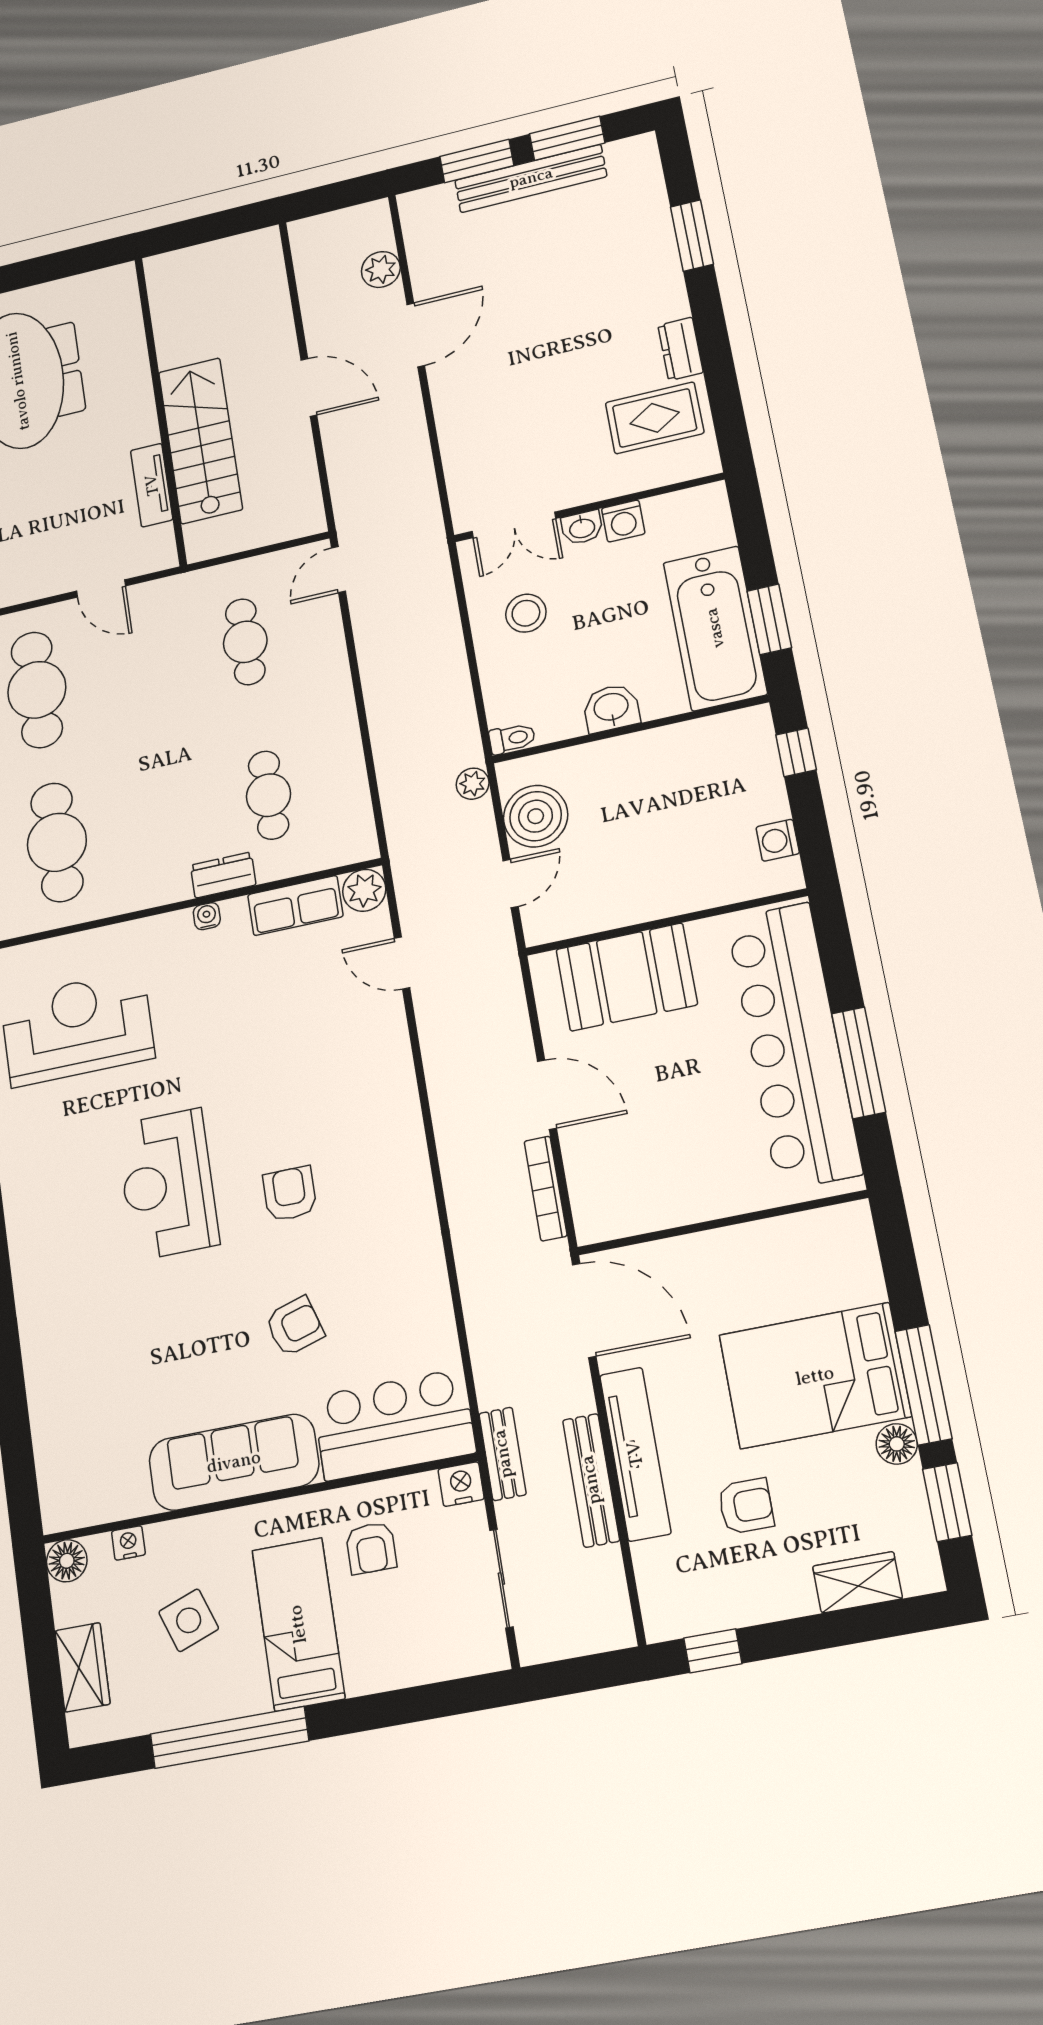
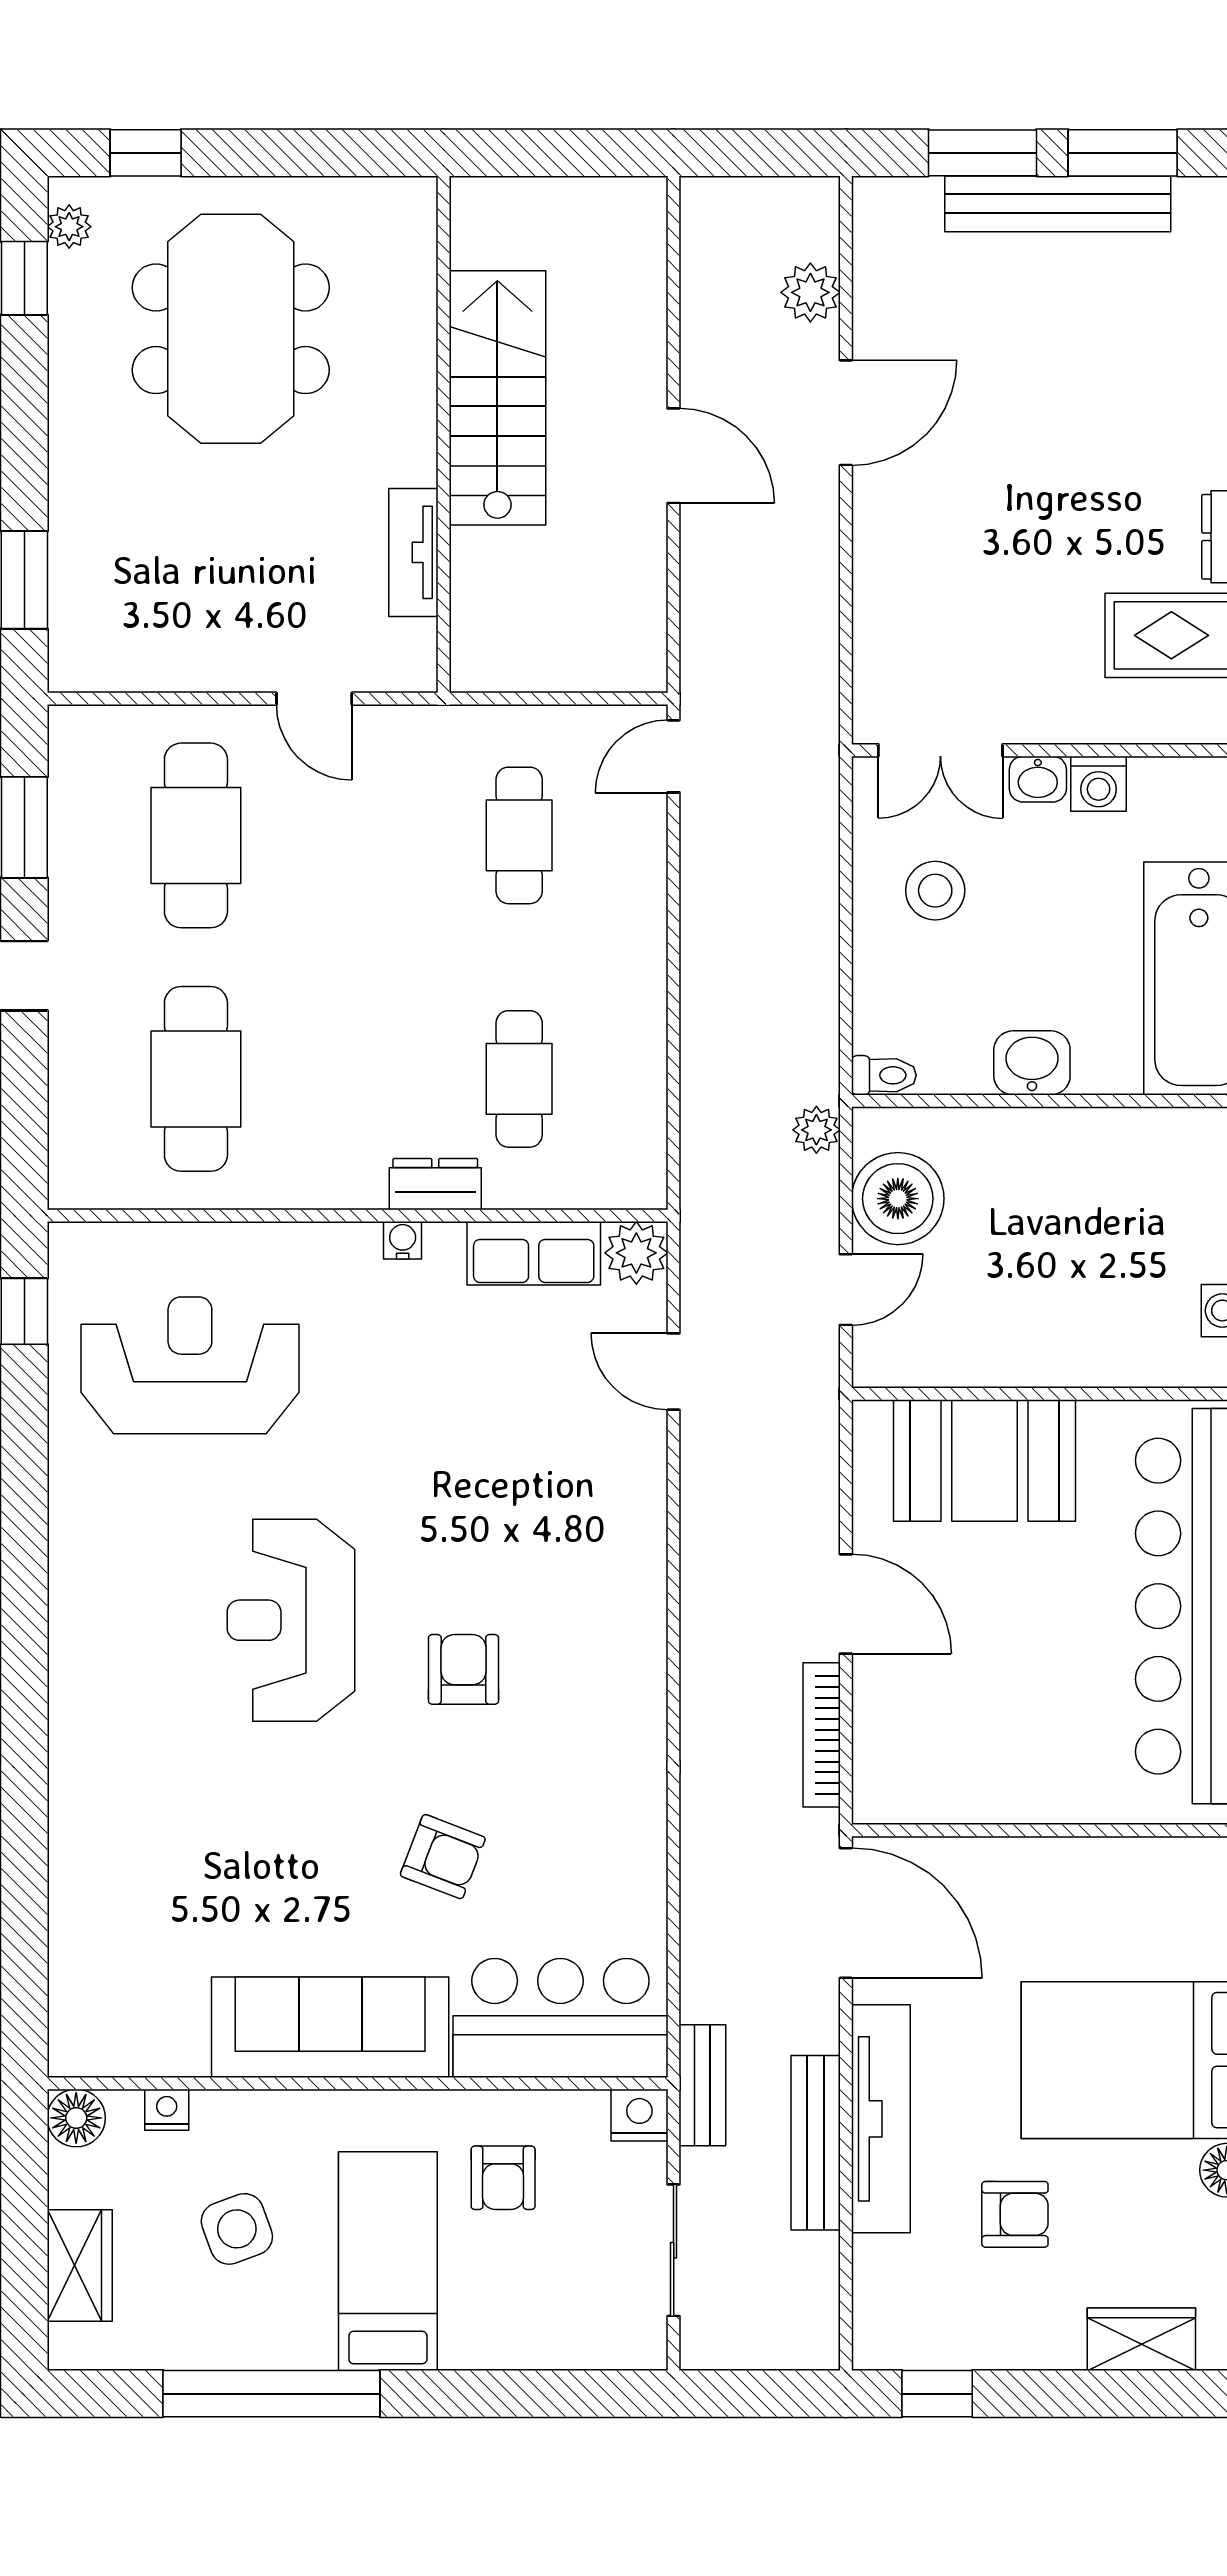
stairs: (200, 441) -> (497, 398), moved
armchair: (295, 1326) -> (443, 1857), turned 38

